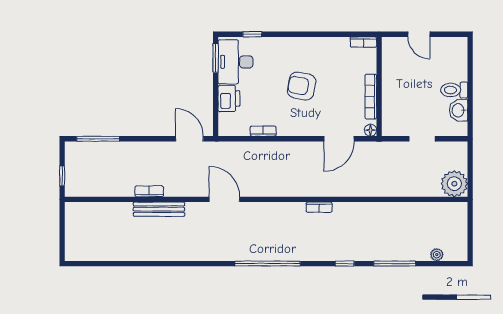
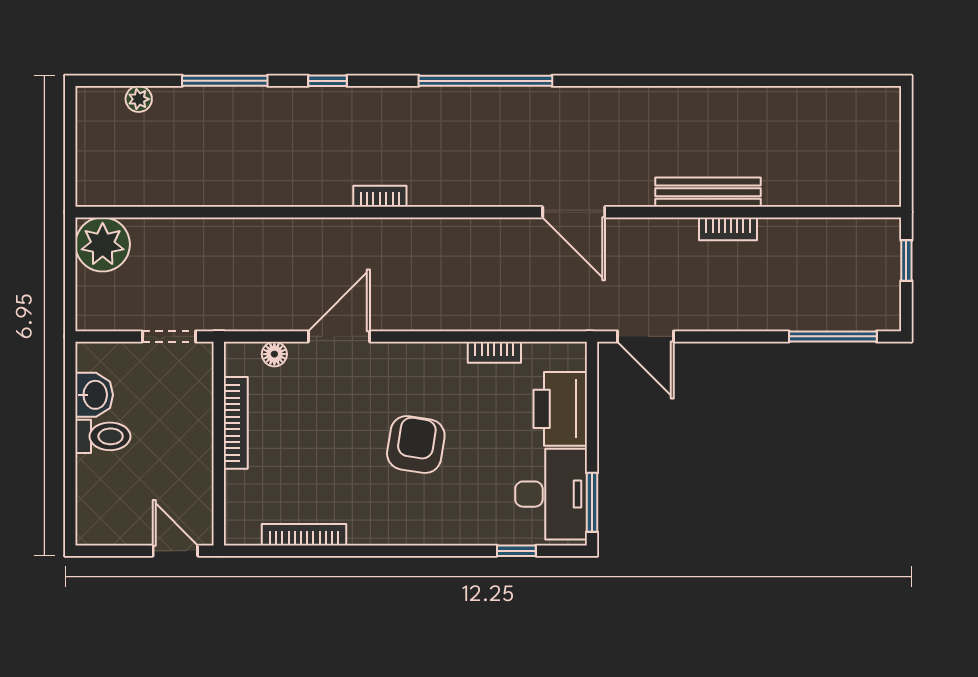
bookcase: (363, 42) -> (304, 535), width x1.56
armchair: (301, 86) -> (416, 444), turned -92
wall: (379, 87) -> (219, 444), moved
bookcase: (371, 97) -> (236, 423), moved
printer: (229, 99) -> (560, 409), width x1.37, depth x1.19

